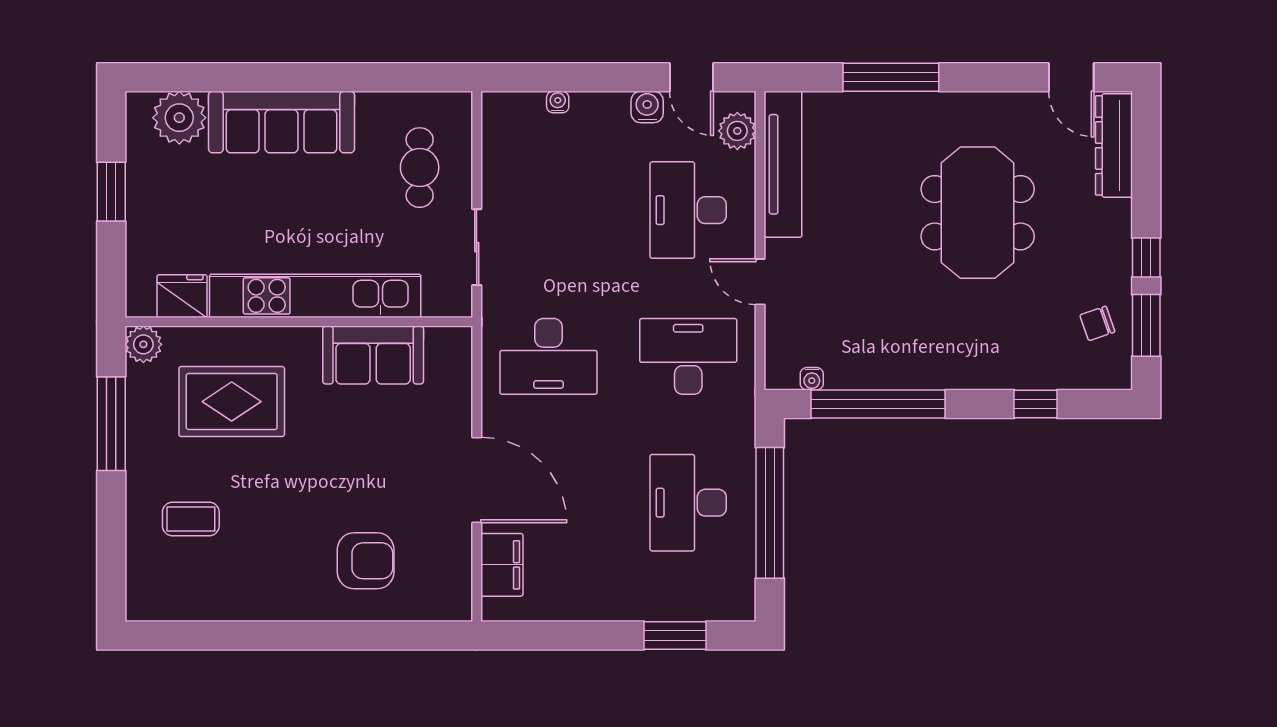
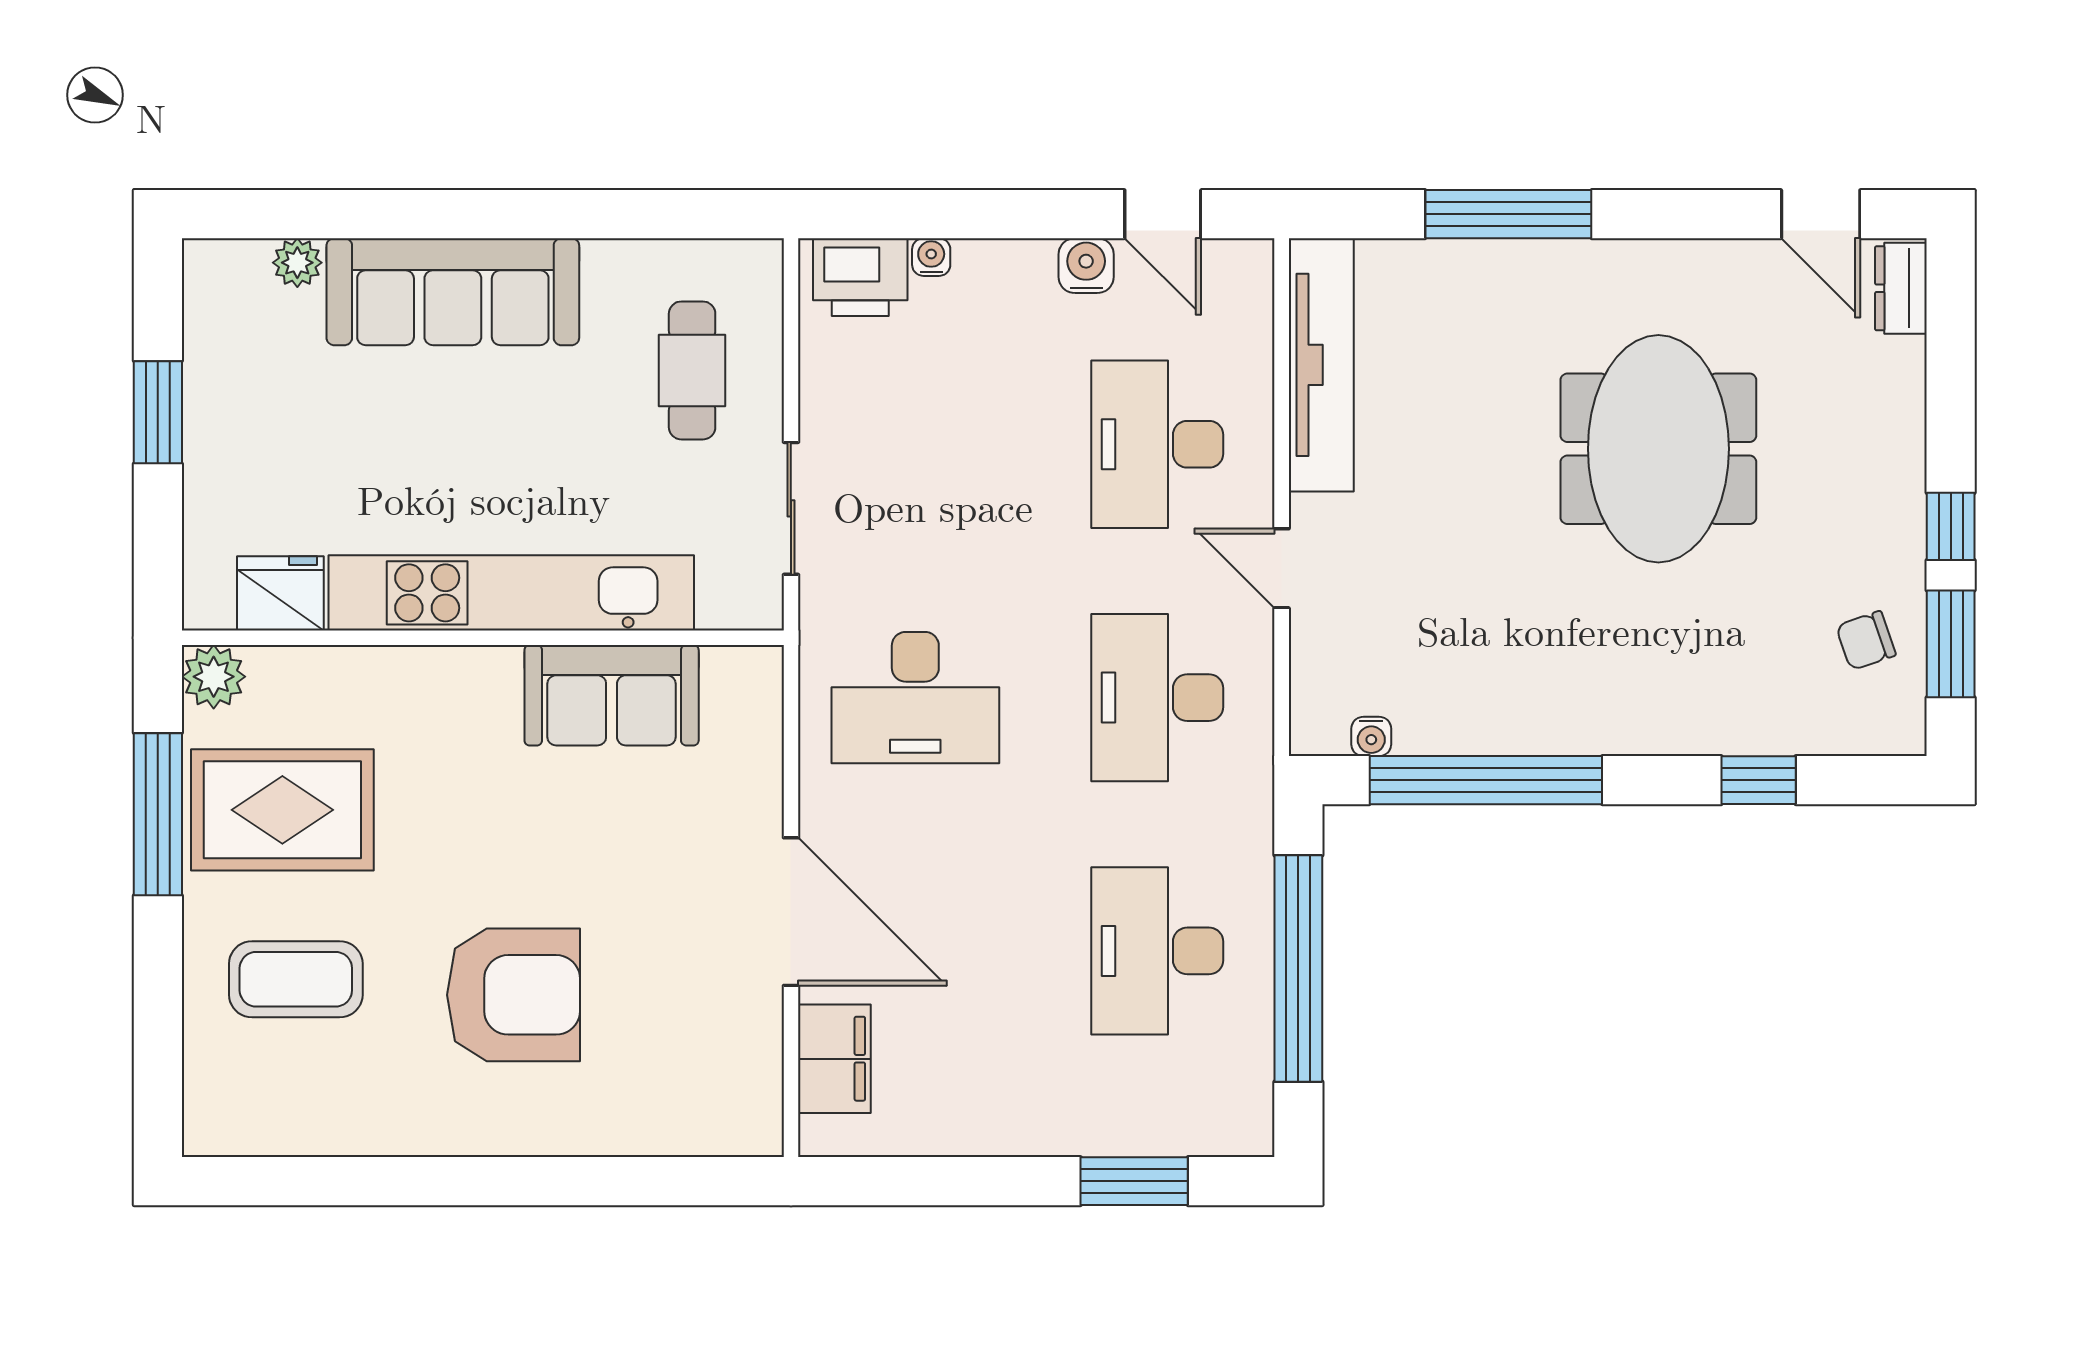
printer: (517, 114) -> (860, 277), added
plant: (179, 118) -> (297, 263), width x0.53, depth x0.53
plant: (737, 131) -> (1242, 307), removed
dresser: (1114, 145) -> (1901, 288), width x0.51, depth x0.80
desk: (688, 356) -> (1157, 698), turned -90
rug: (232, 402) -> (282, 810), moved
coffee table: (191, 519) -> (296, 979), width x1.36, depth x1.30
armchair: (366, 561) -> (514, 995), moved, width x1.36, depth x1.36

